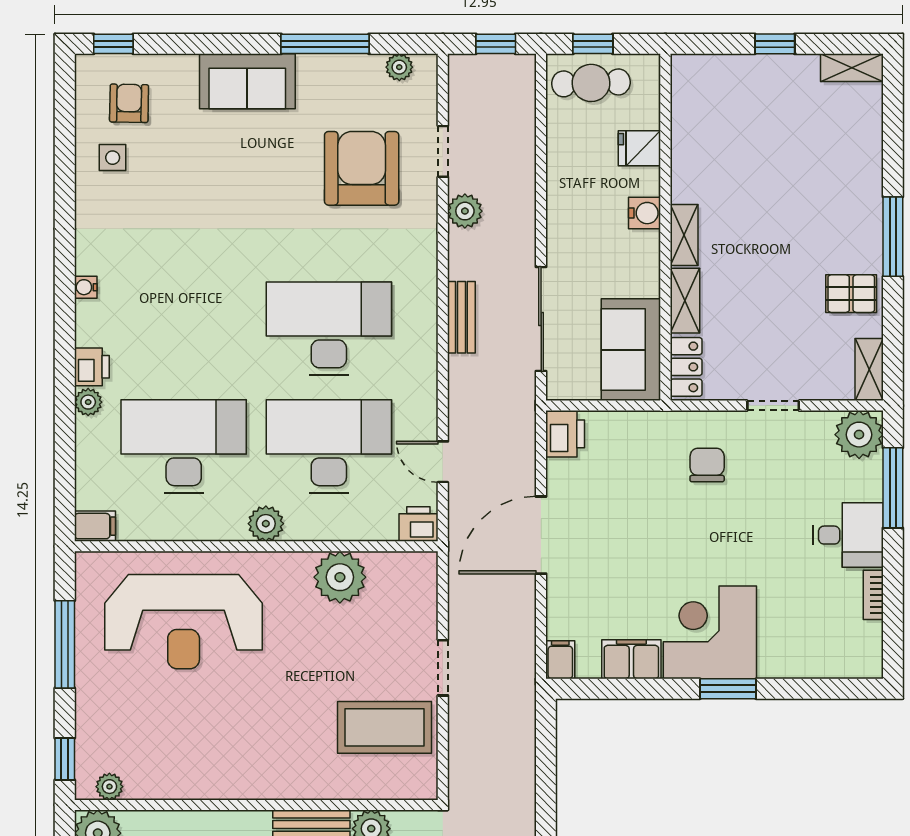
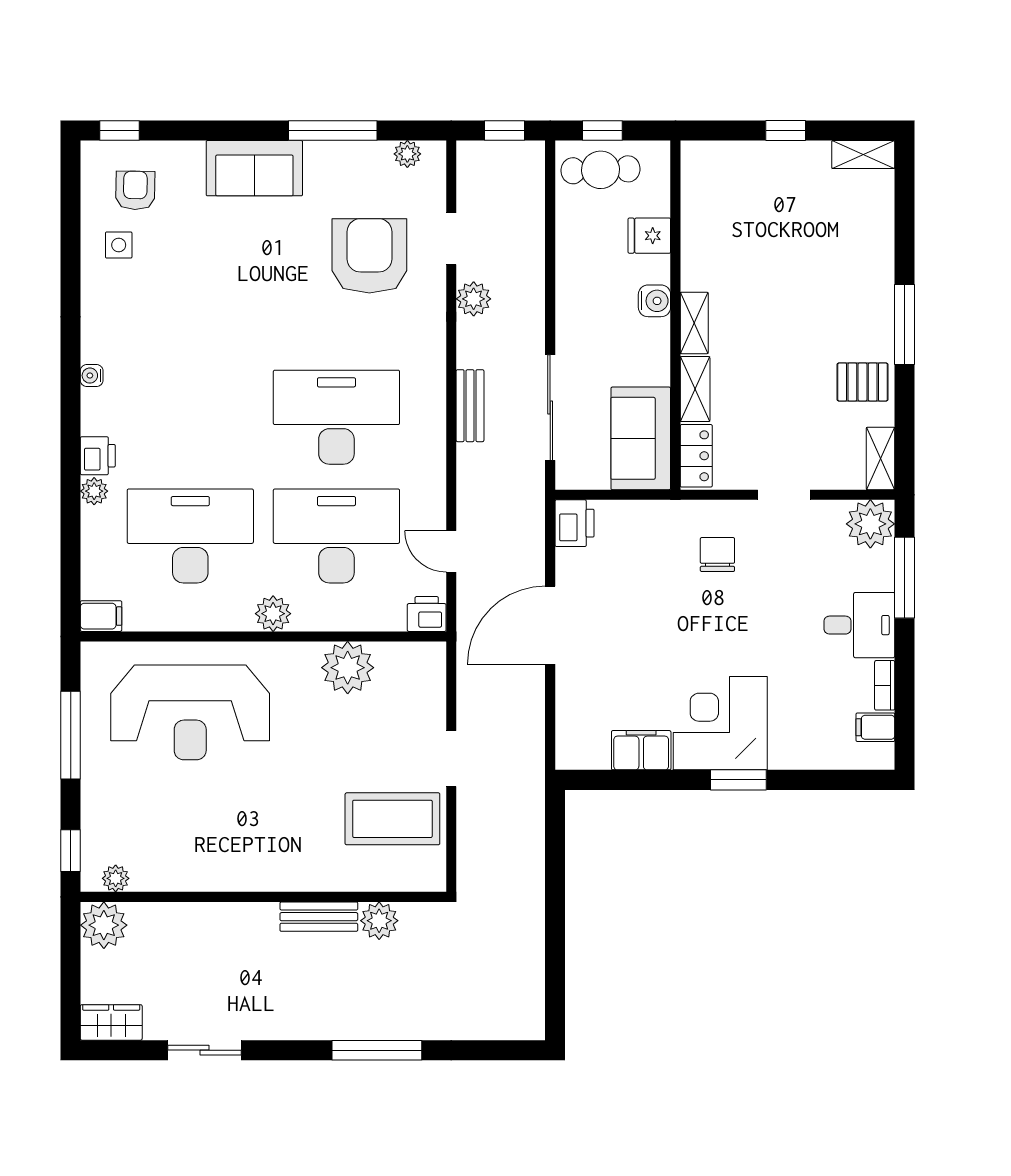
filing cabinet: (560, 660) -> (875, 727), moved, turned -90

